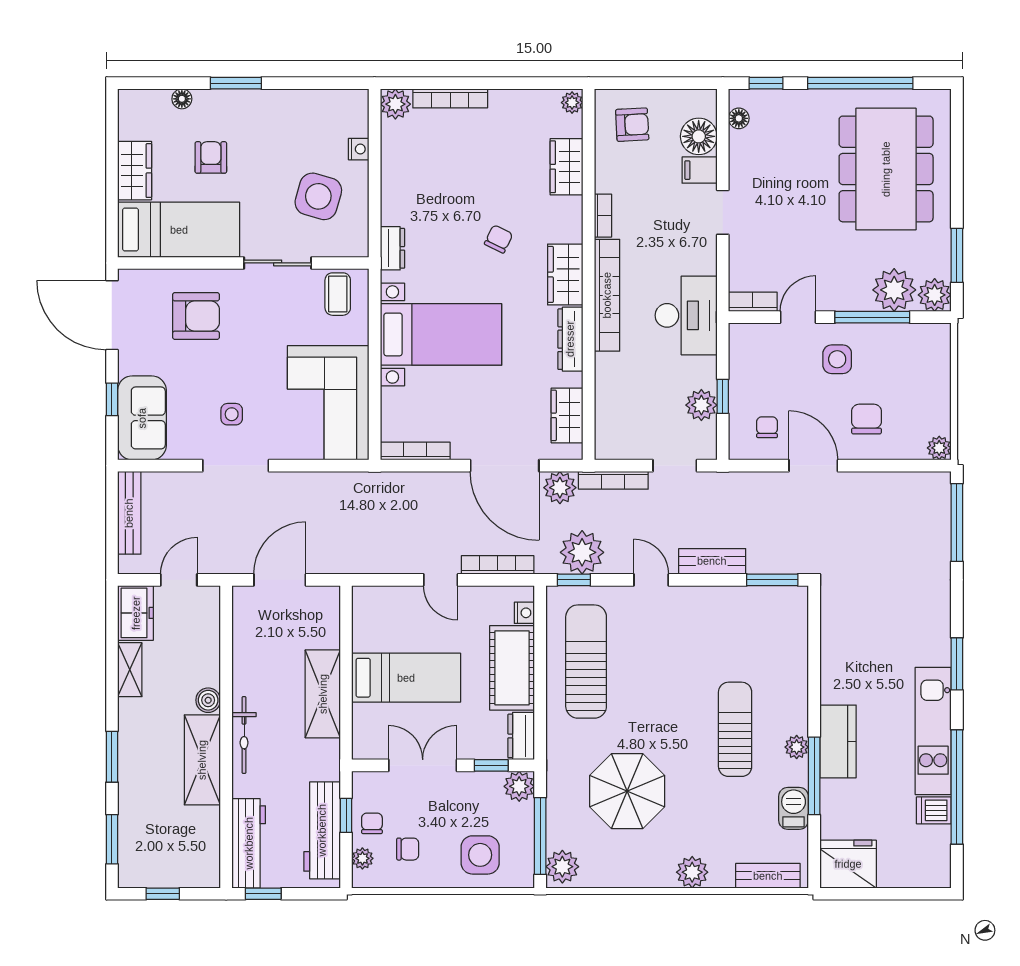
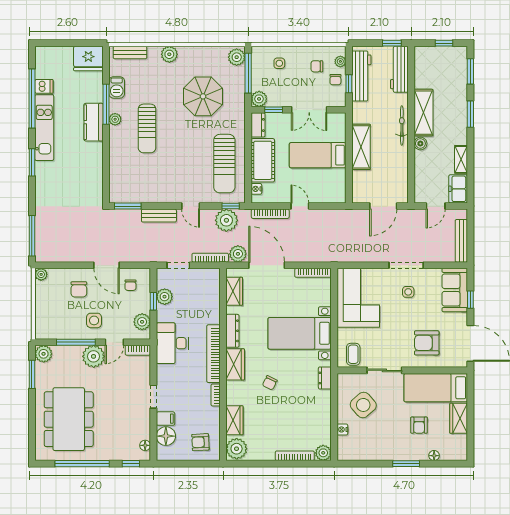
plant: (572, 103) -> (237, 449), width x1.87, depth x1.87
side table: (318, 196) -> (363, 405), turned 33
plant: (894, 290) -> (94, 356), moved
plant: (745, 357) -> (142, 322), added
side table: (480, 855) -> (279, 63), width x0.54, depth x0.54

